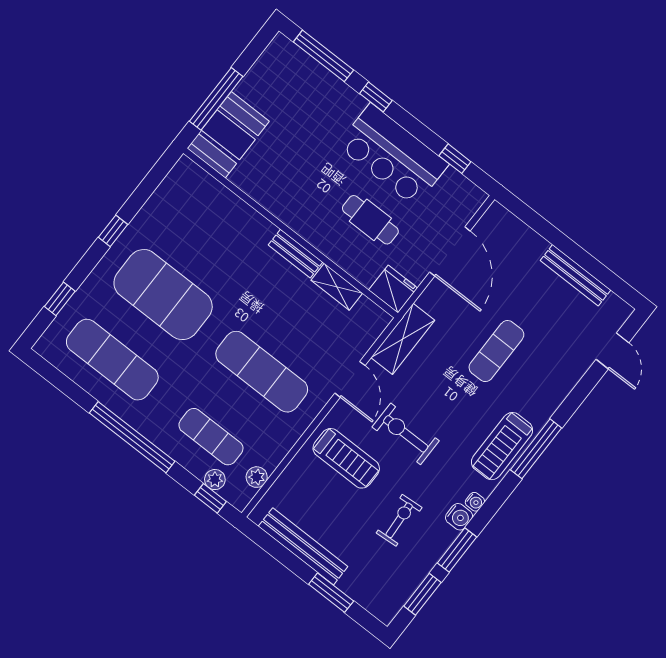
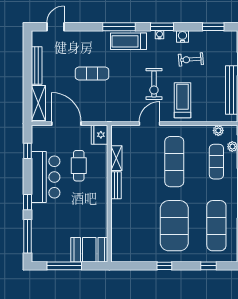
window: (216, 99) -> (64, 266), moved
door: (450, 251) -> (66, 124), hinge flipped
shelving: (403, 339) -> (38, 103), moved, turned 90
treadmill: (502, 446) -> (129, 41), turned 180
water cooler: (459, 517) -> (182, 36), moved
window: (457, 550) -> (162, 27), moved

